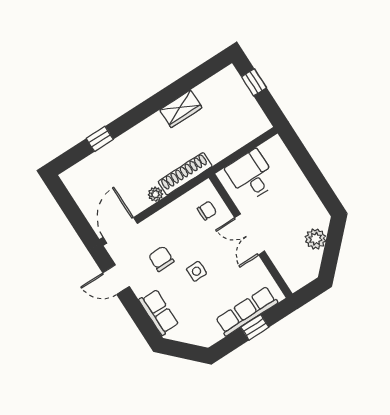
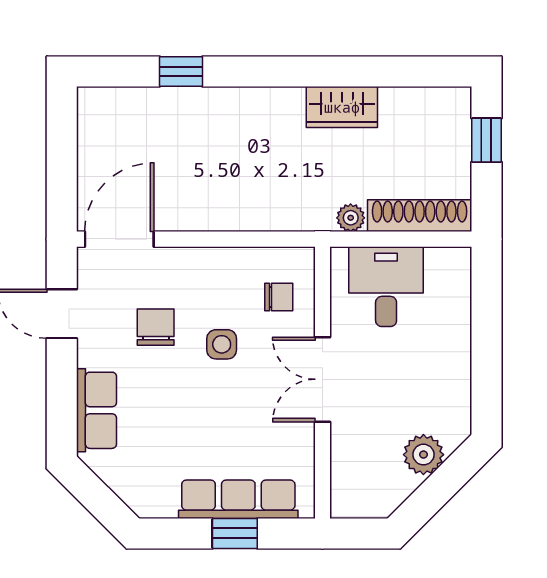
shoe rack: (185, 174) -> (420, 216), moved
plant: (155, 194) -> (351, 218), moved
side table: (196, 271) -> (222, 344), moved

